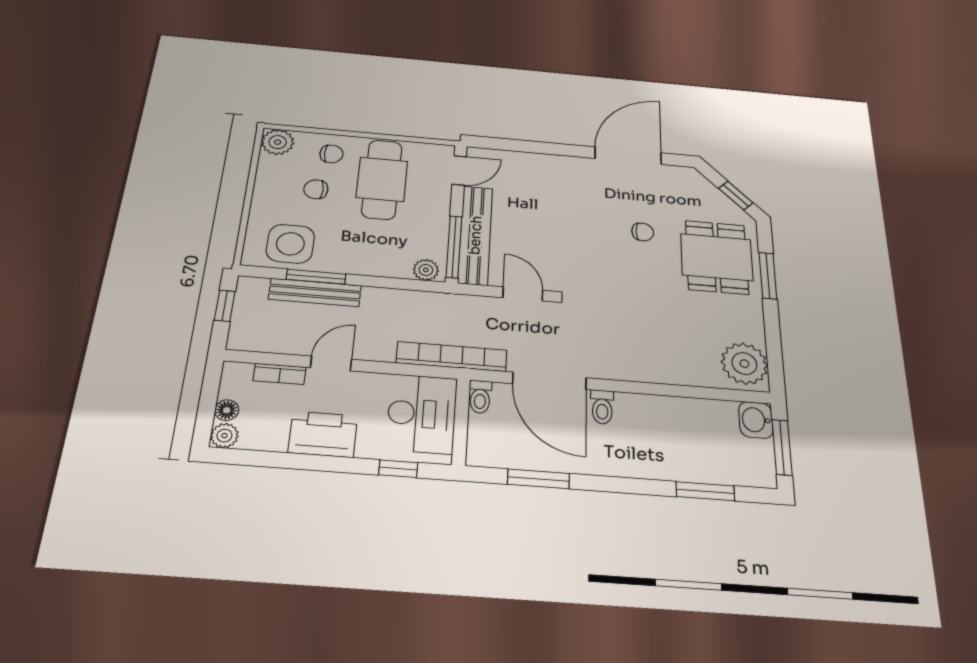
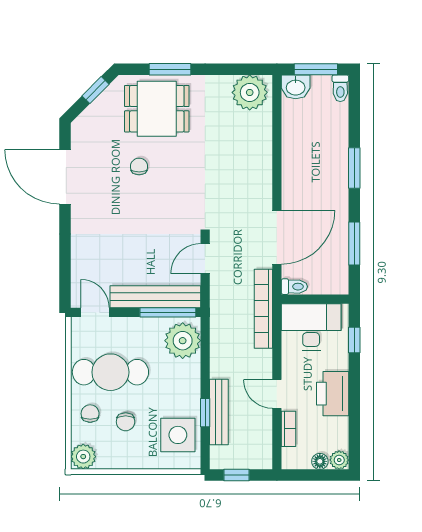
plant: (426, 270) -> (183, 341), width x1.88, depth x1.88
window: (316, 277) -> (205, 413), width x0.67
toilet: (602, 407) -> (340, 88), moved, turned 90
window: (705, 491) -> (354, 168), moved

